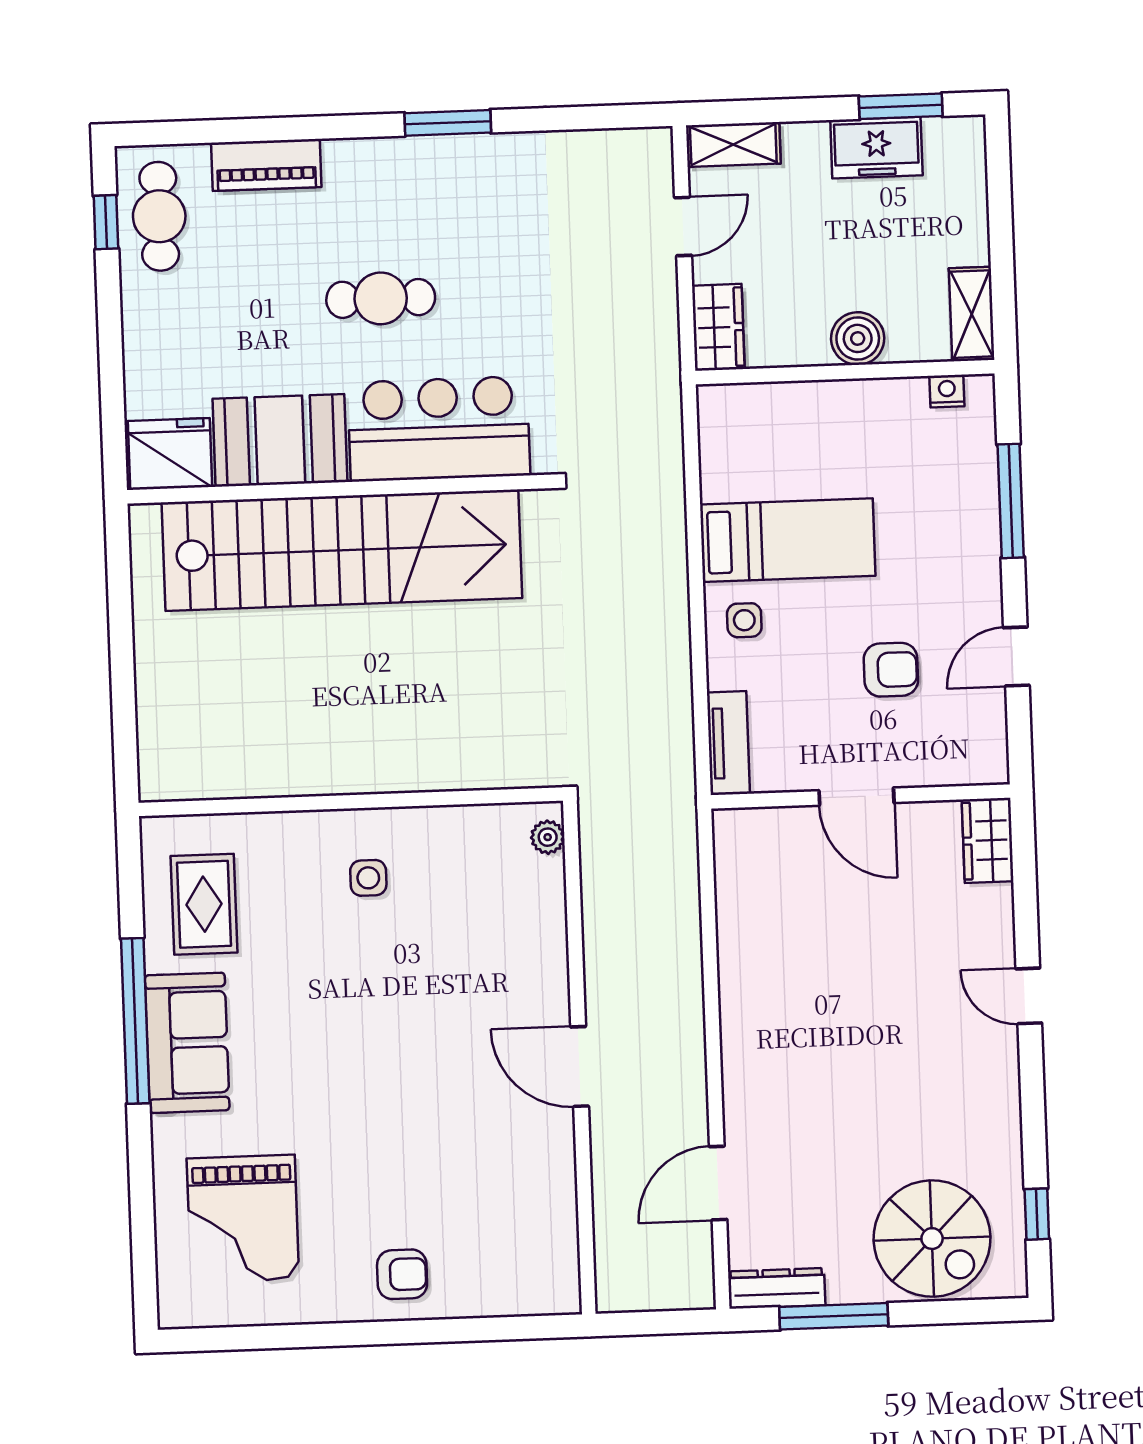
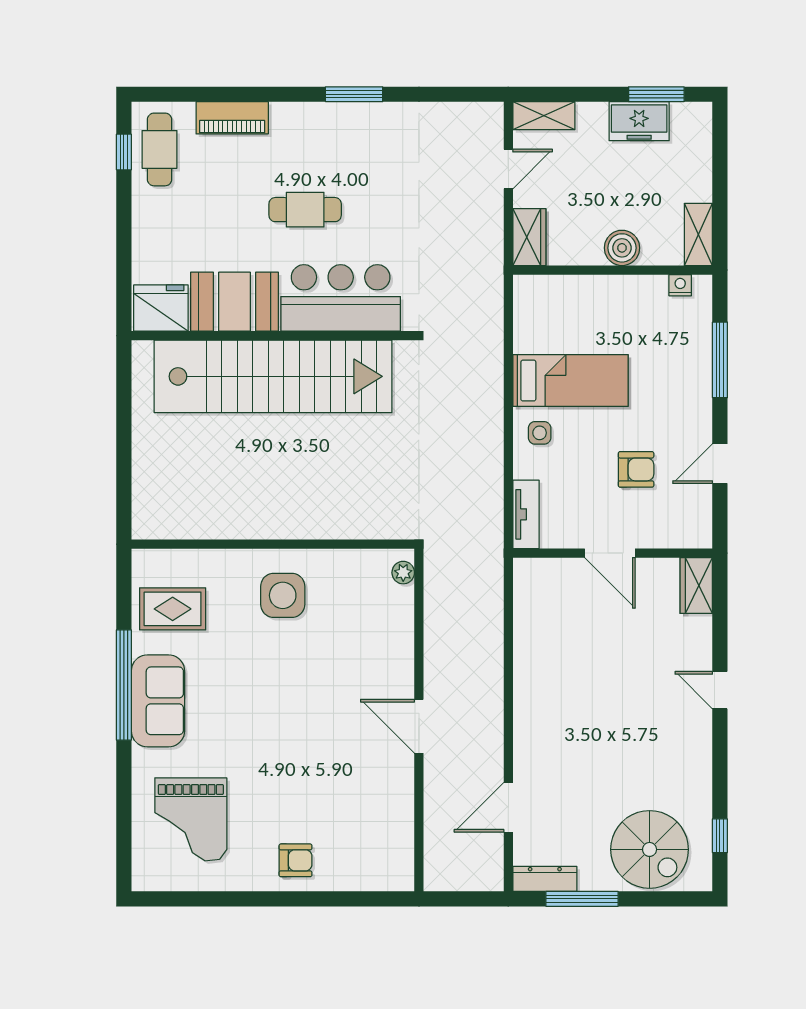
side table: (368, 878) -> (283, 595), width x1.87, depth x1.87
rug: (204, 904) -> (173, 609), turned 90

